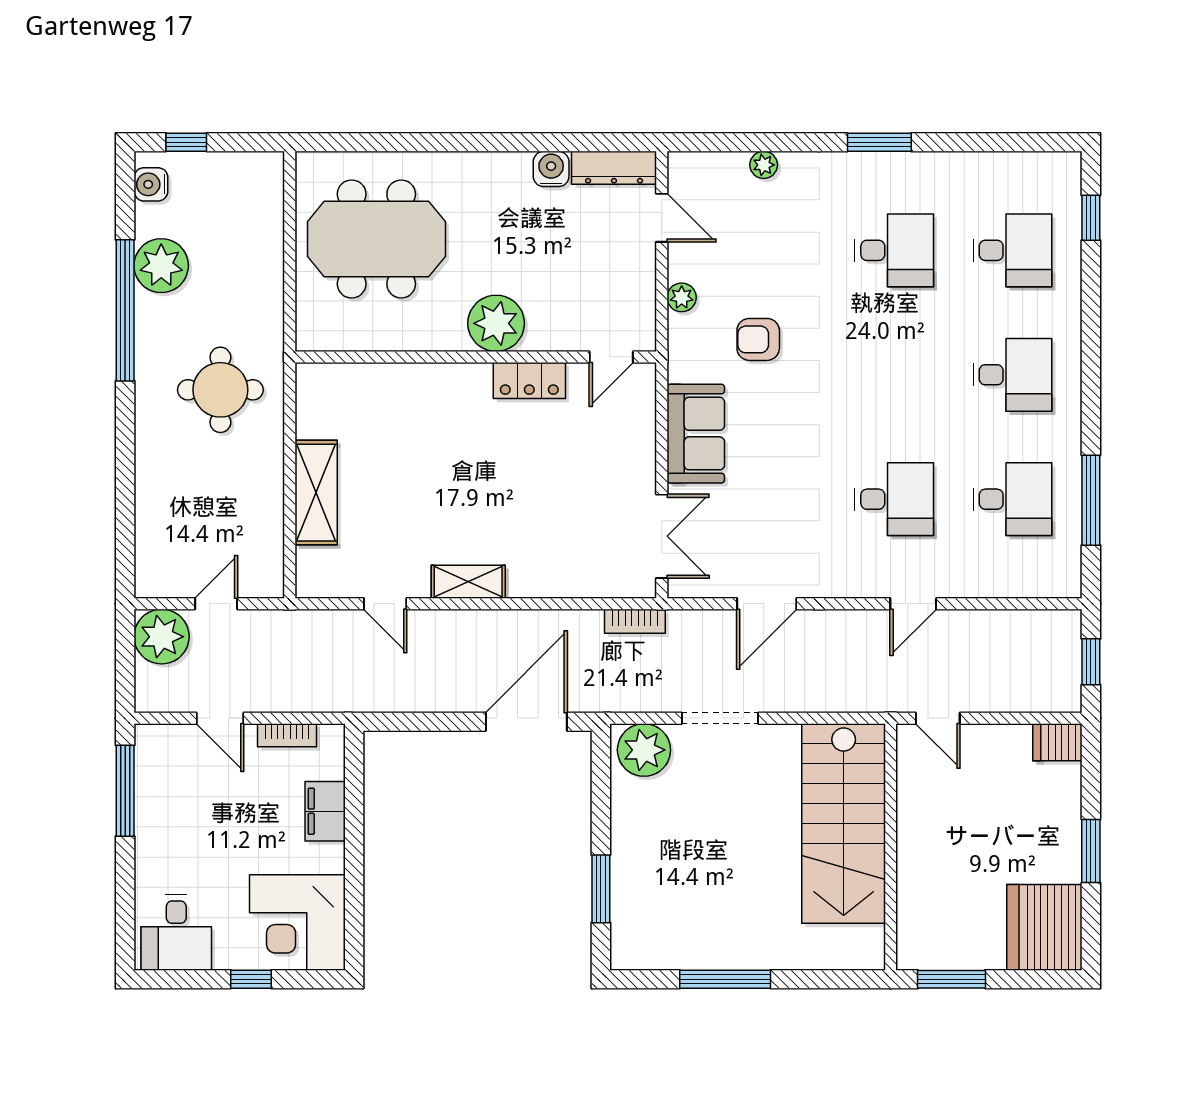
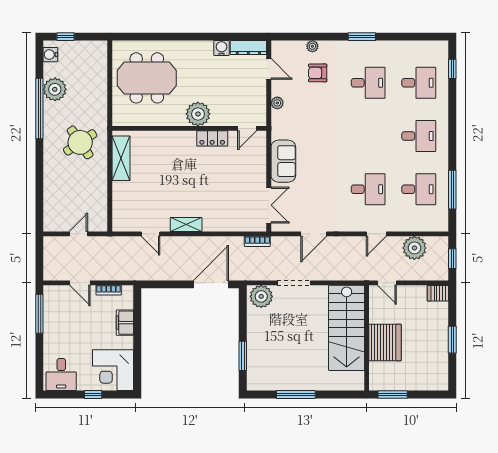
armchair: (758, 339) -> (318, 73), moved
round table: (220, 390) -> (80, 142), turned -34
shelving: (316, 493) -> (121, 158), moved
plant: (162, 637) -> (414, 248), moved
server rack: (1044, 927) -> (385, 343), moved, turned 180

